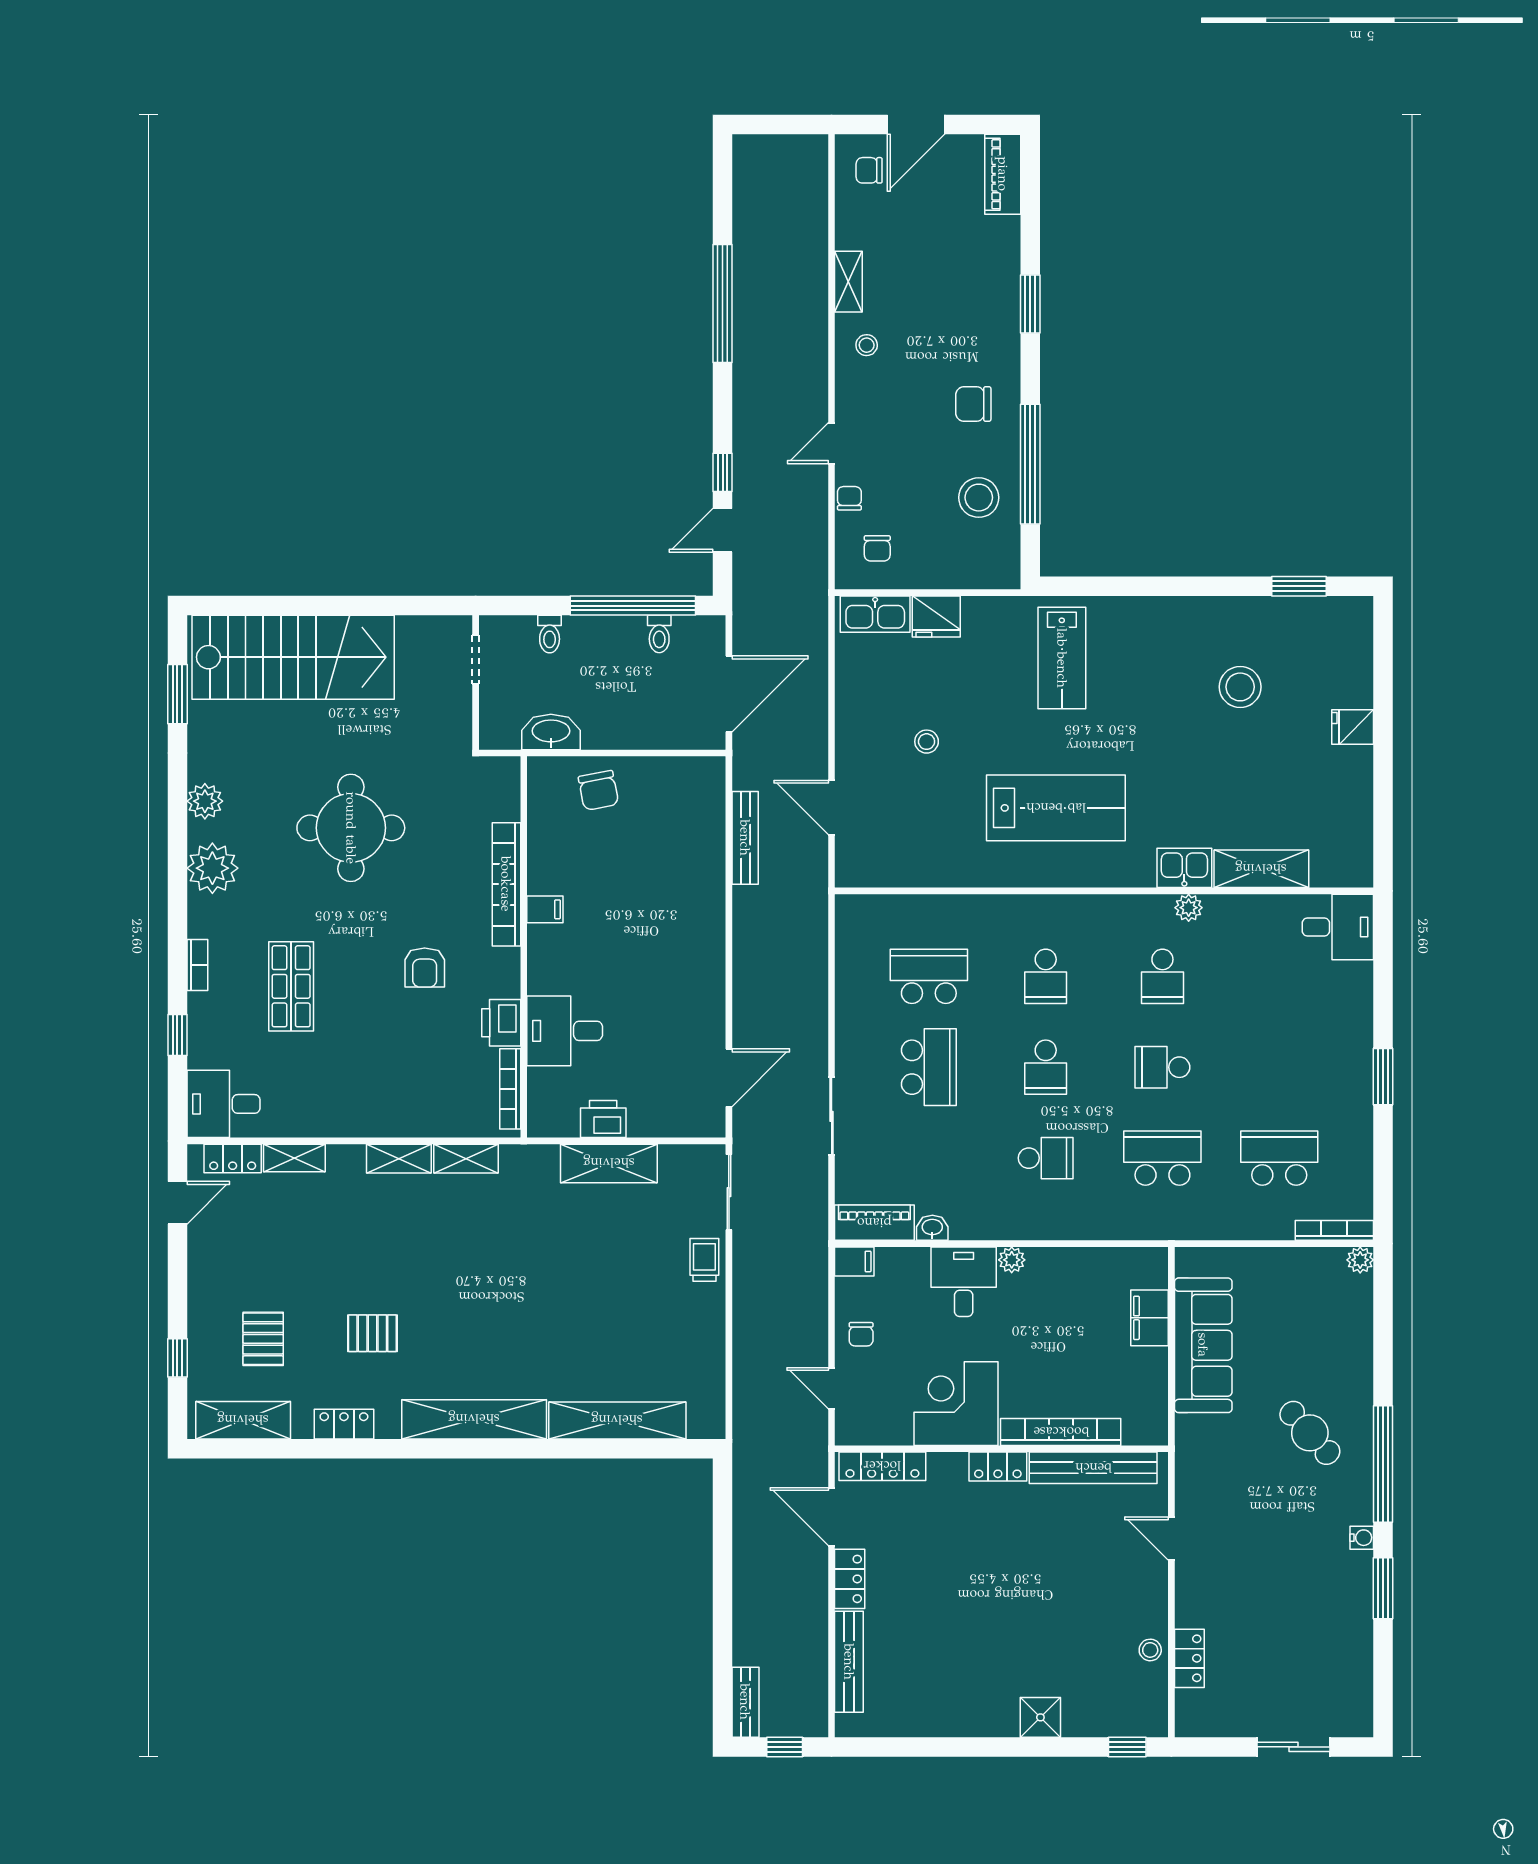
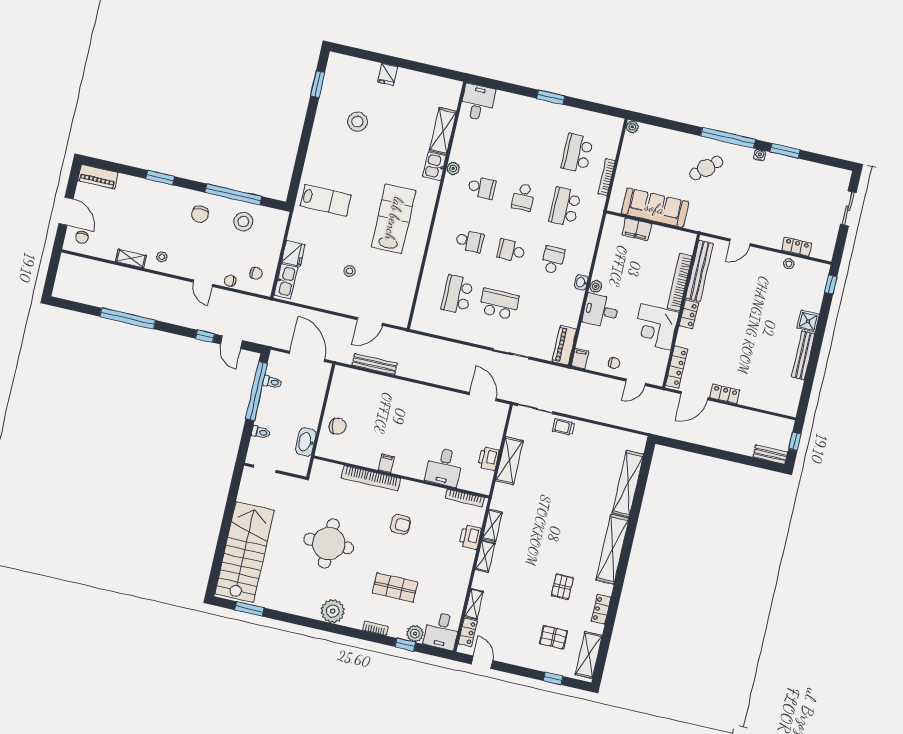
plant: (205, 801) -> (415, 634), moved
printer: (501, 1023) -> (470, 537), moved, turned 90
school desk: (1046, 1067) -> (511, 251), turned 180
washbasin: (932, 1228) -> (581, 282), moved
bookcase: (1334, 1230) -> (607, 177), moved
bench: (849, 1662) -> (803, 355), moved, turned 90

